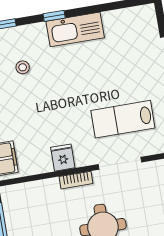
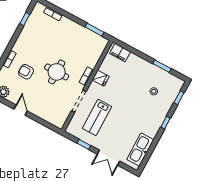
kitchen sink: (75, 29) -> (140, 150), moved
lab bench: (123, 119) -> (97, 117), turned 180

